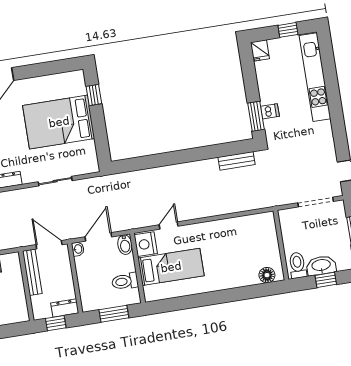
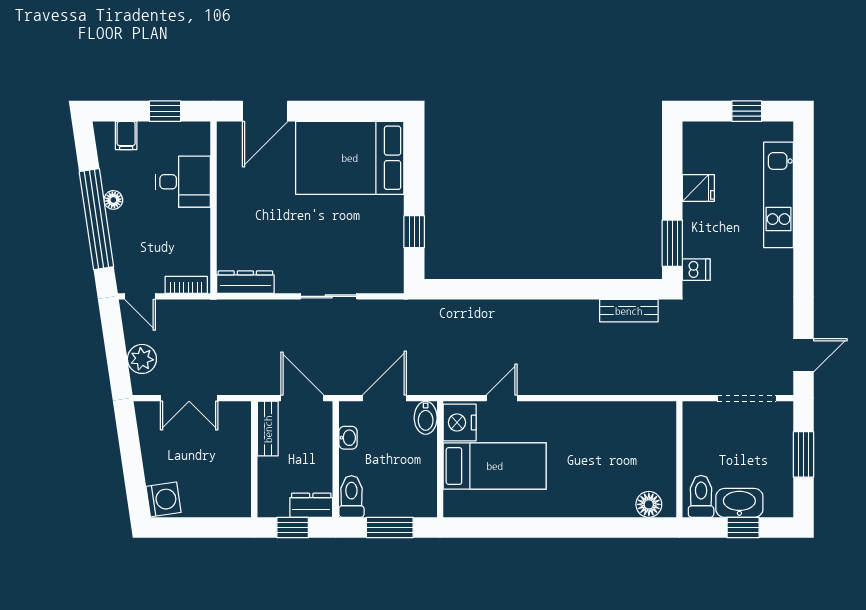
fridge: (260, 51) -> (698, 188), moved, turned -90
kitchen unit: (315, 77) -> (778, 195), width x0.73
window: (94, 95) -> (414, 232), moved
dishwasher: (270, 111) -> (696, 270), moved
bed: (59, 122) -> (350, 158), moved
washbasin: (78, 249) -> (348, 438), moved
bench: (32, 272) -> (268, 429), width x0.73
toilet: (125, 281) -> (351, 496), moved, turned 90

